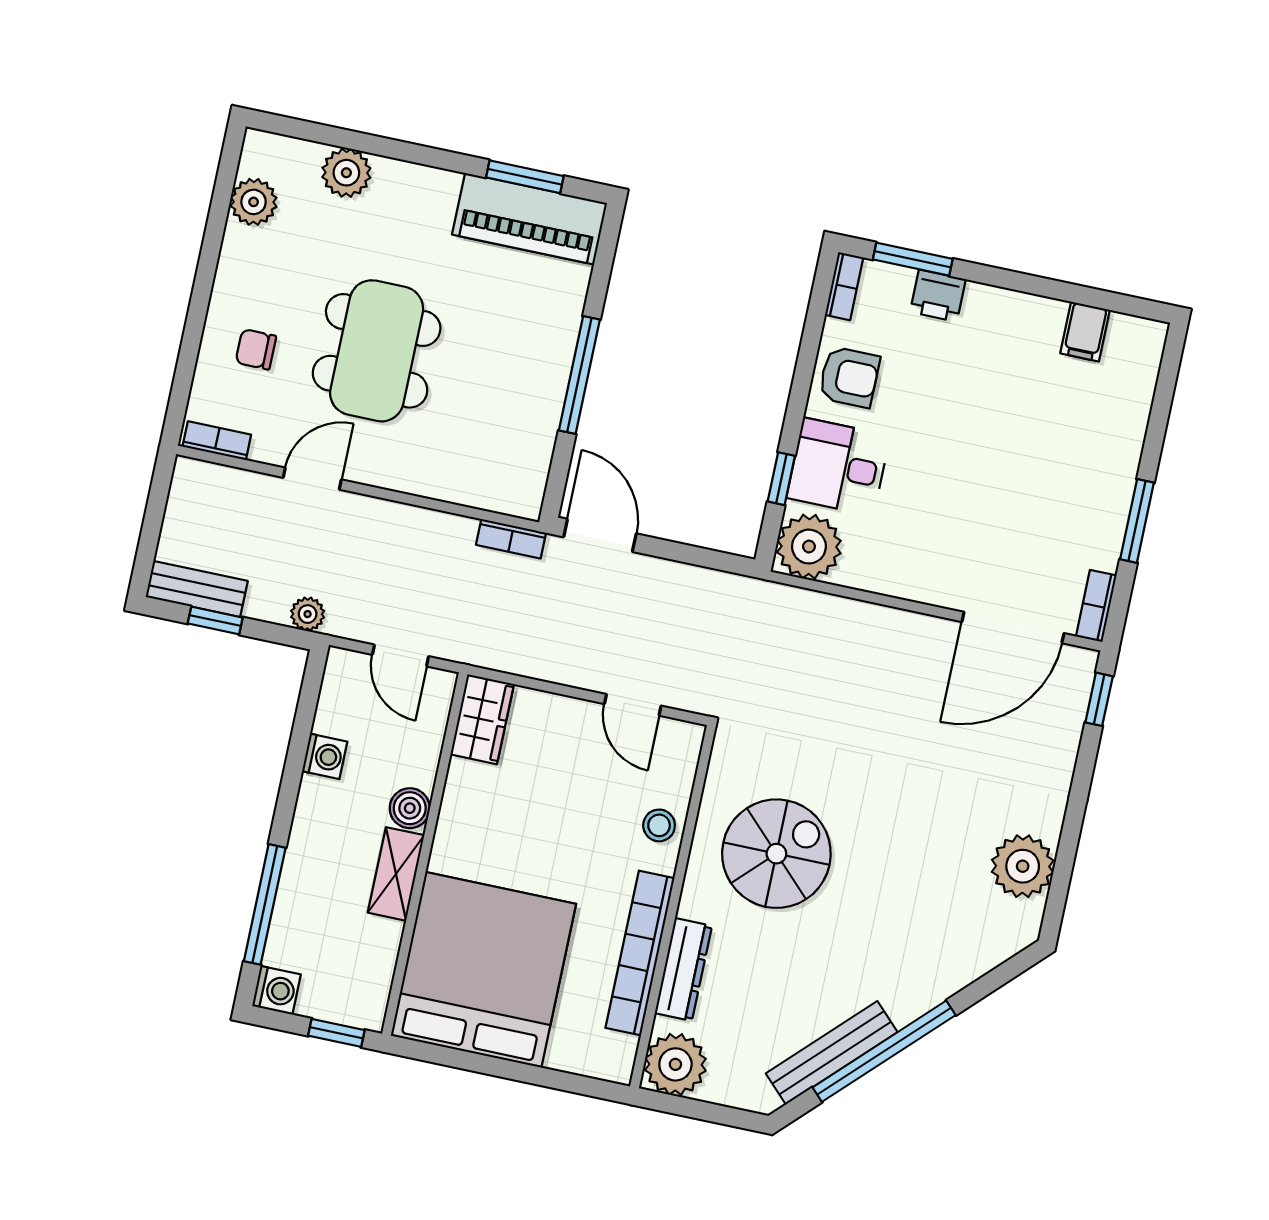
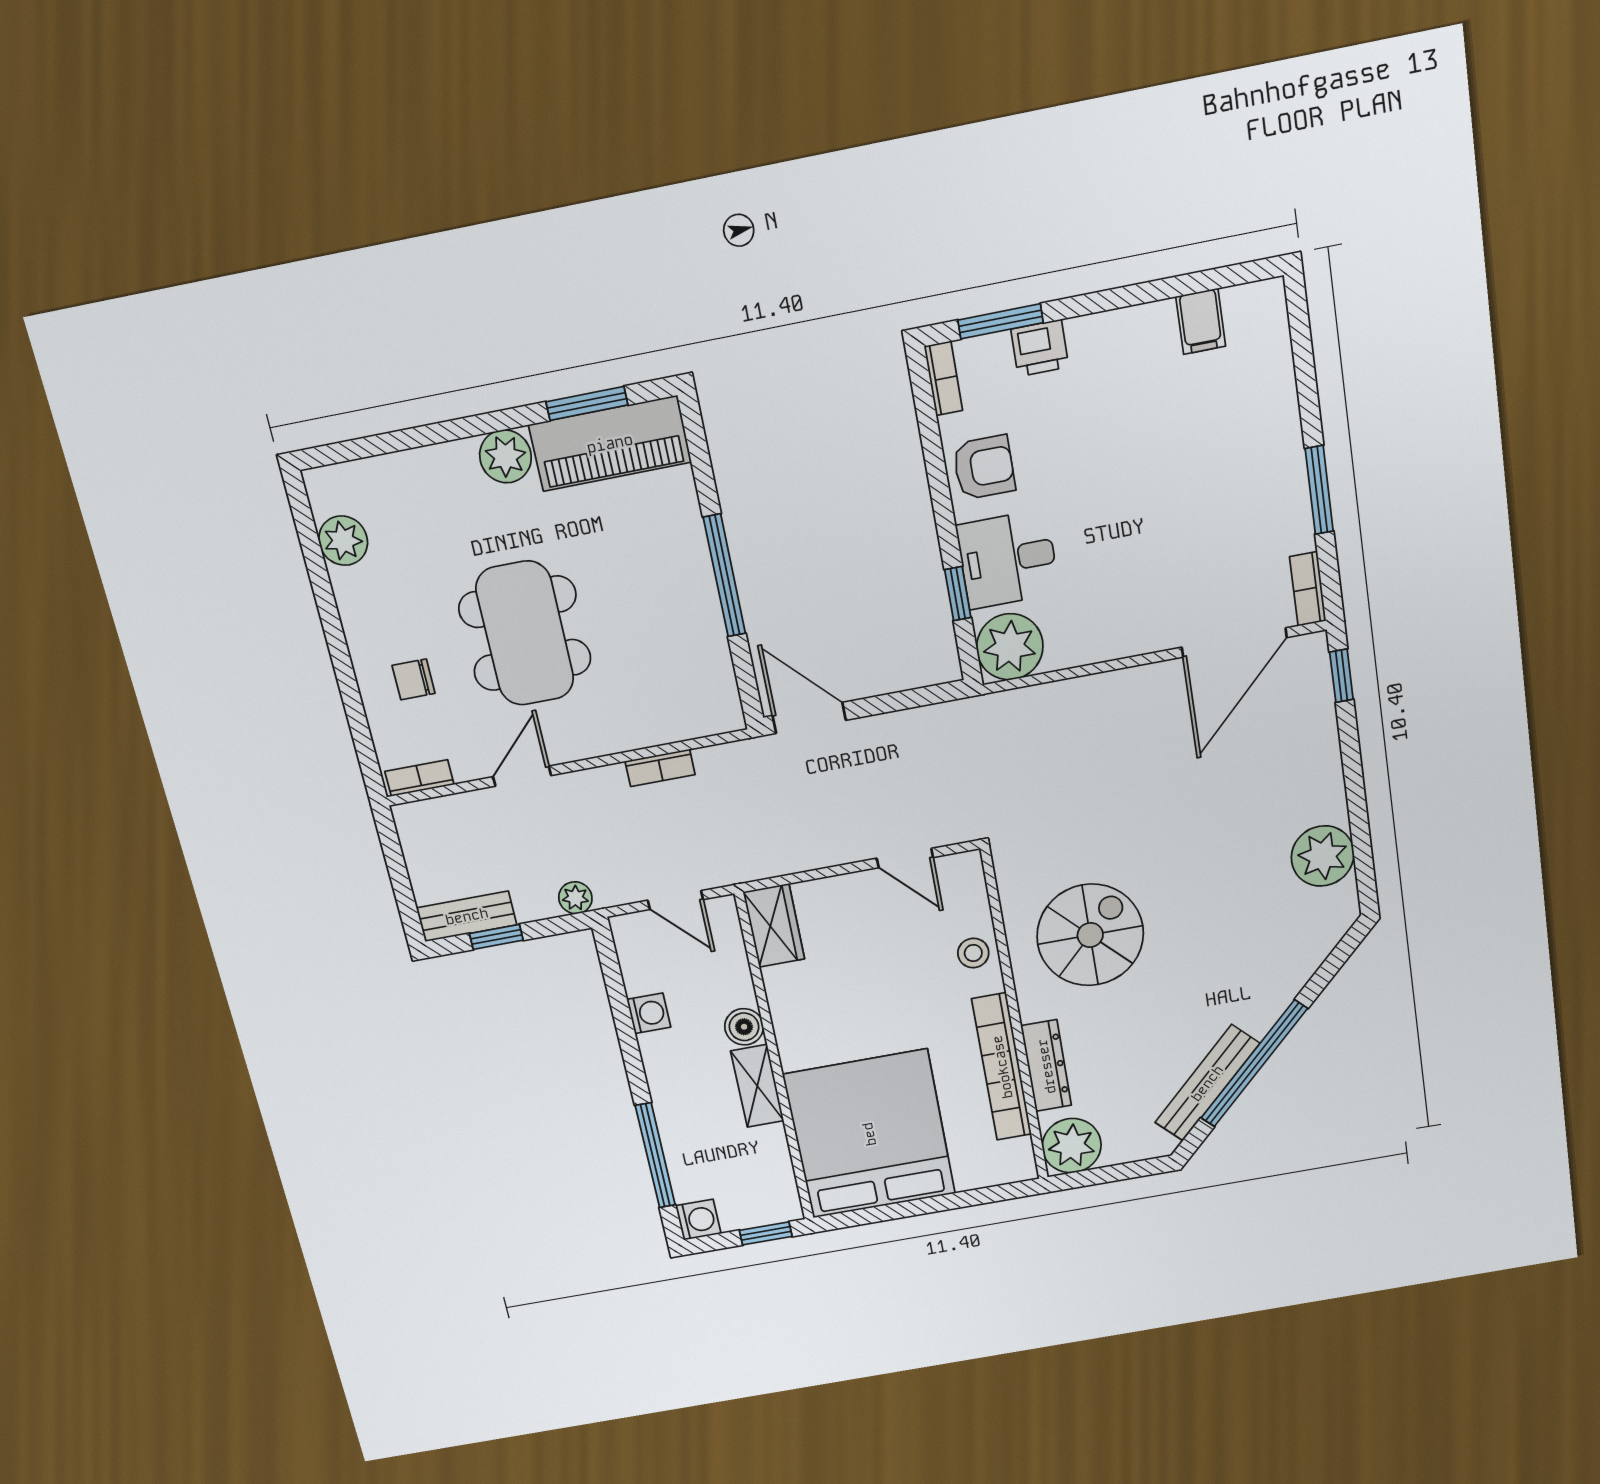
plant: (346, 173) -> (505, 456), moved
bookcase: (511, 539) -> (660, 768), moved

